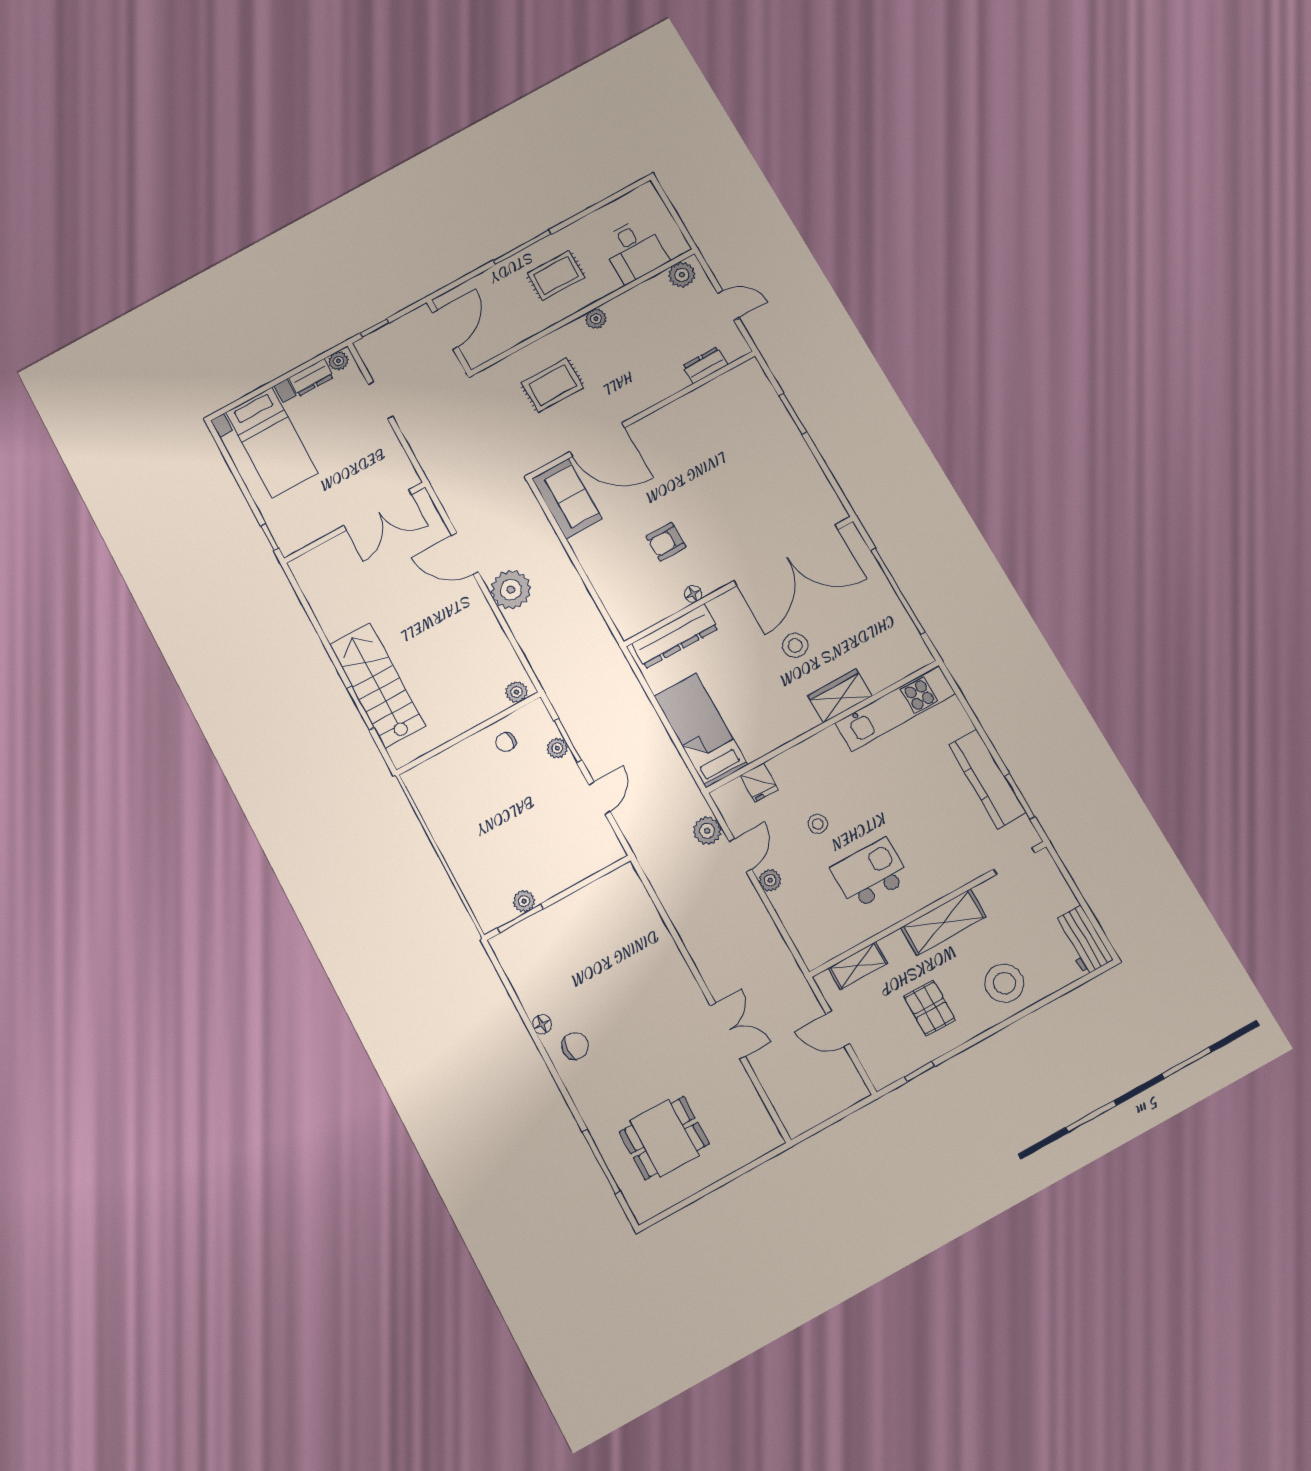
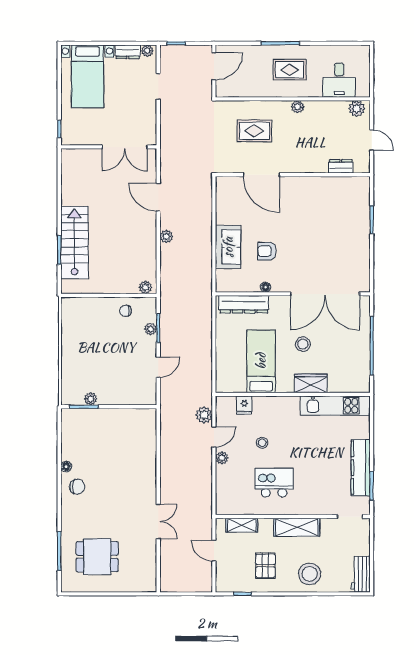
sofa: (567, 499) -> (228, 247), moved
plant: (511, 590) -> (166, 236), width x0.53, depth x0.53
bed: (701, 730) -> (261, 361), moved

